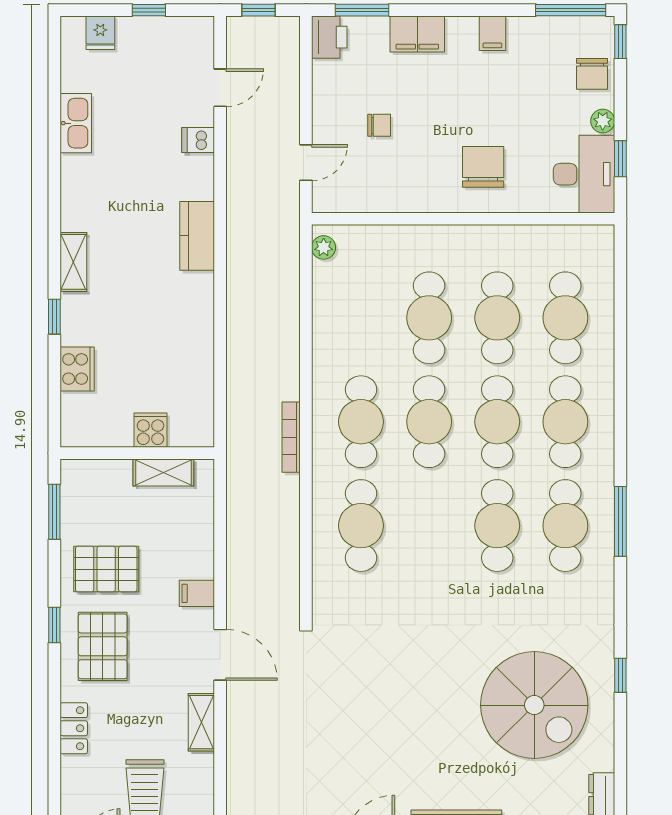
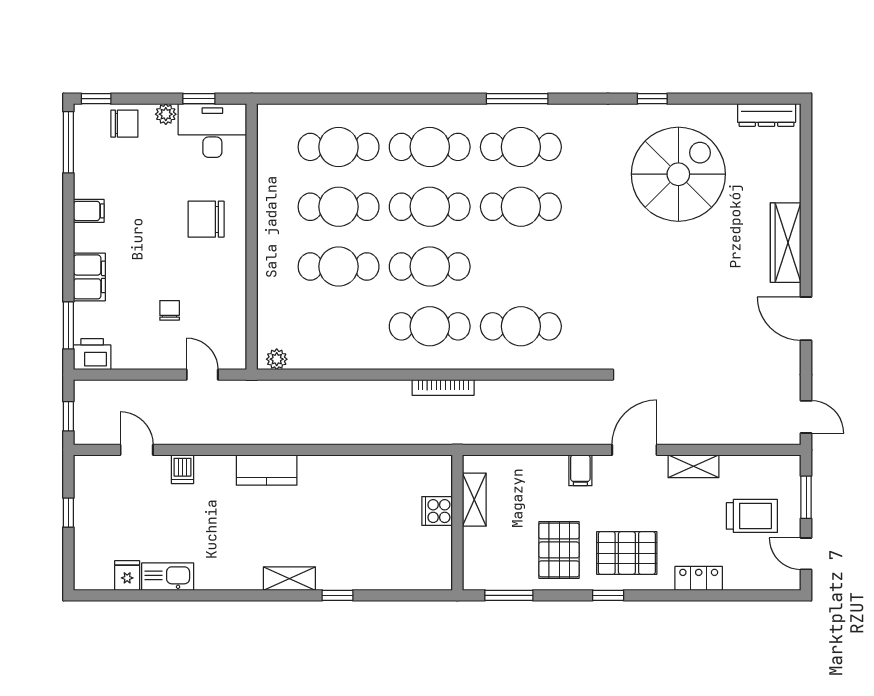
fridge: (100, 33) -> (127, 576), moved, turned -90
cooker: (77, 369) -> (383, 575), removed

